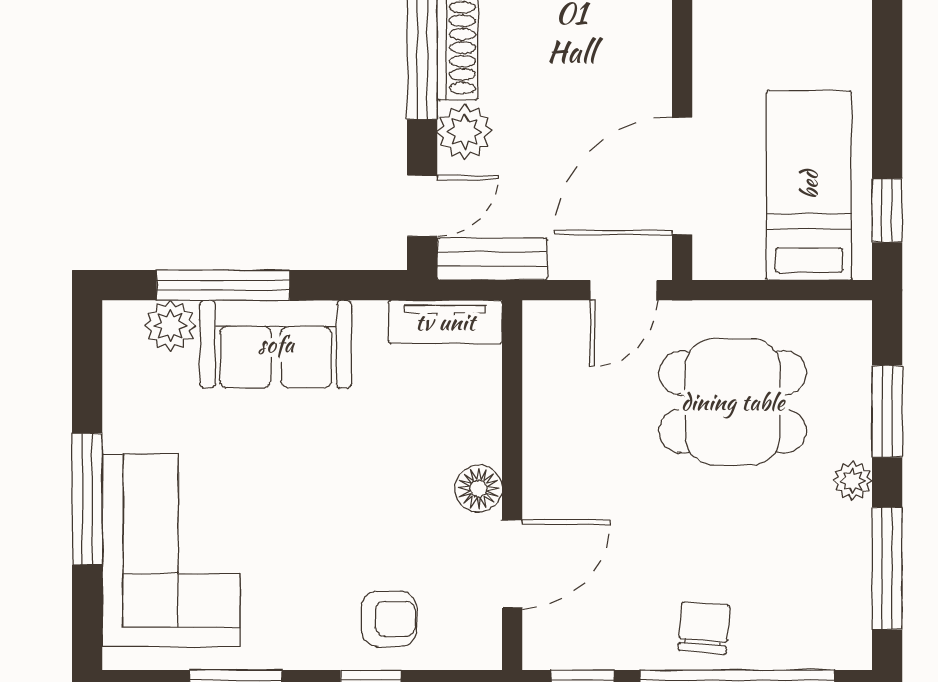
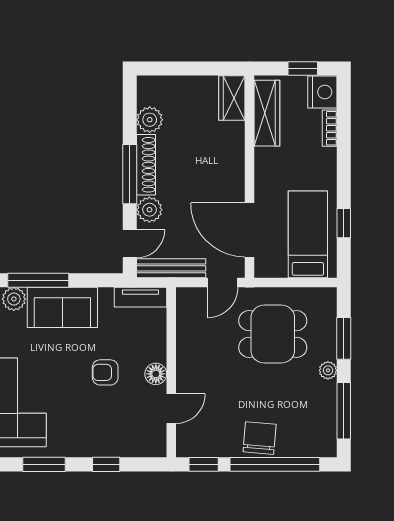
door: (682, 176) -> (249, 230), hinge flipped
window: (887, 210) -> (344, 223), moved
bench: (492, 259) -> (171, 268), width x1.36
door: (512, 564) -> (171, 409), width x0.73
armchair: (389, 619) -> (105, 372), moved, turned 180
chair: (704, 628) -> (260, 438), width x1.37, depth x1.37

